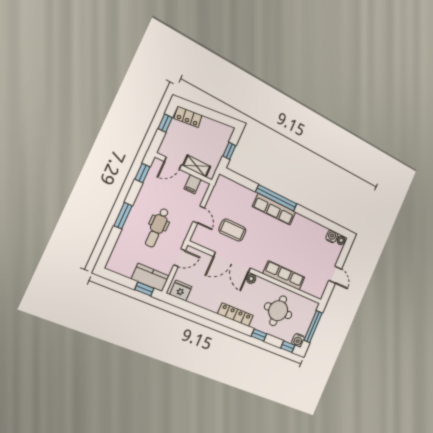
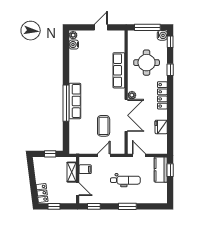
fridge: (181, 291) -> (161, 127), moved

